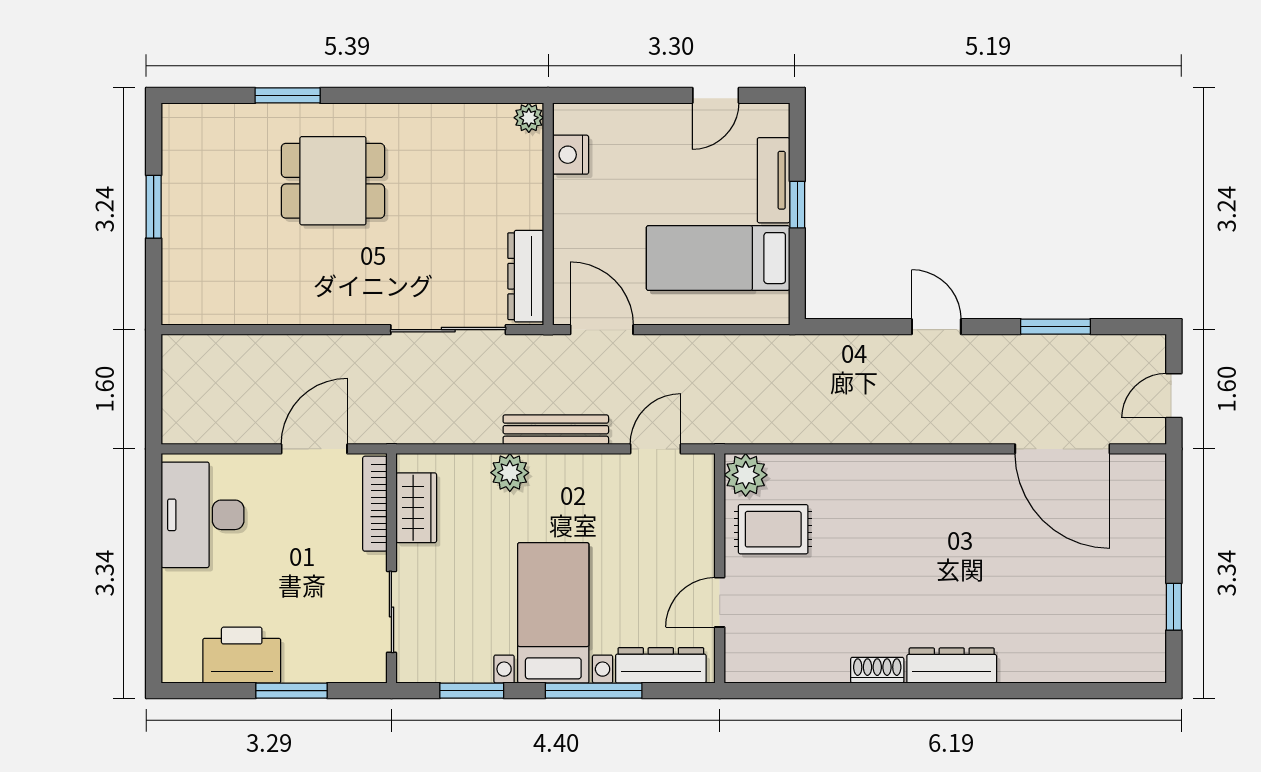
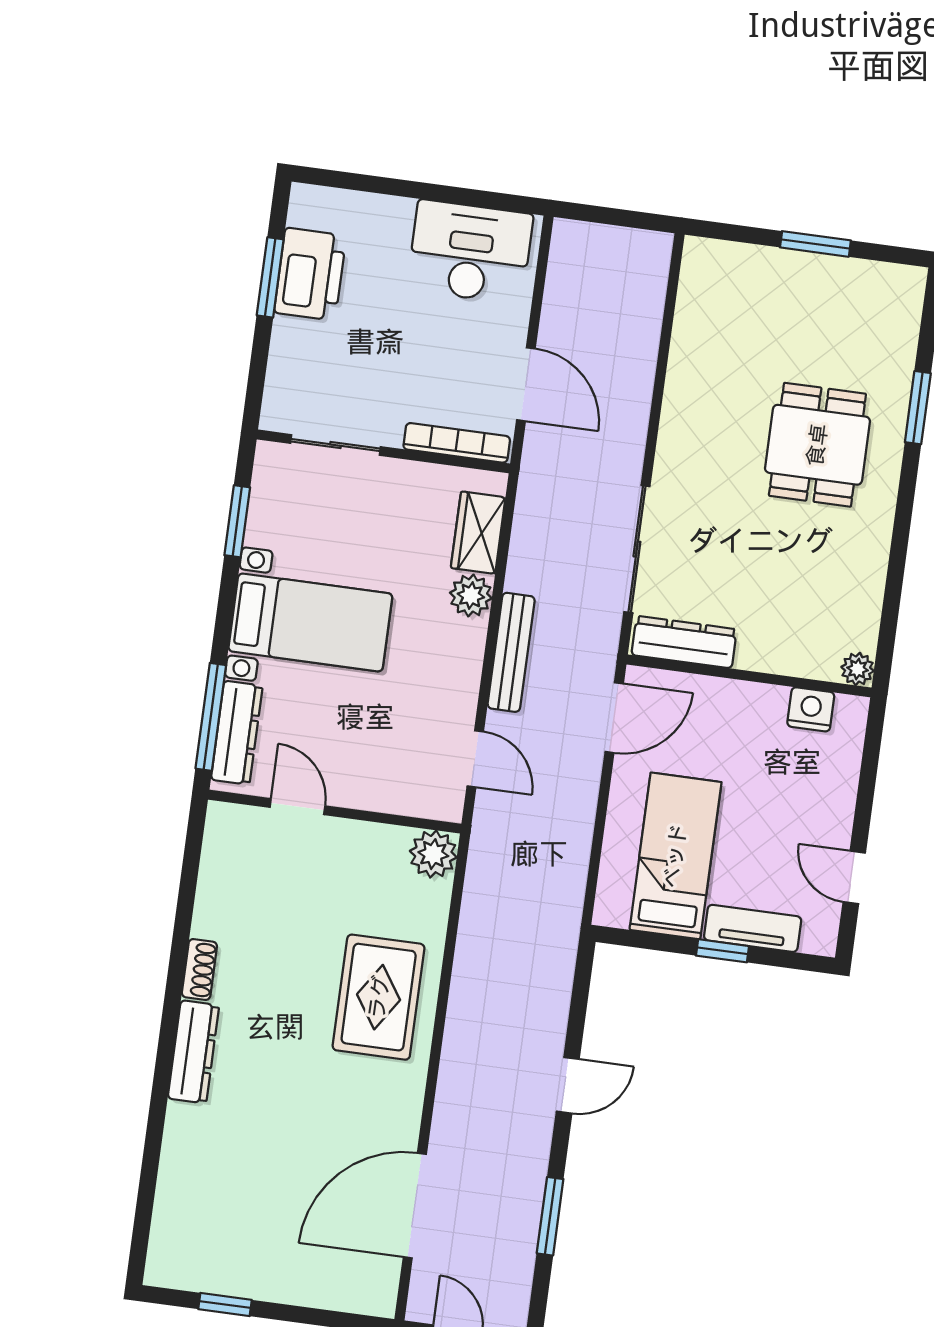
wardrobe: (416, 508) -> (478, 533), moved, turned 90
rug: (773, 529) -> (379, 997), moved, width x1.36, depth x1.43
window: (291, 691) -> (270, 277), moved
window: (594, 691) -> (211, 717), moved

